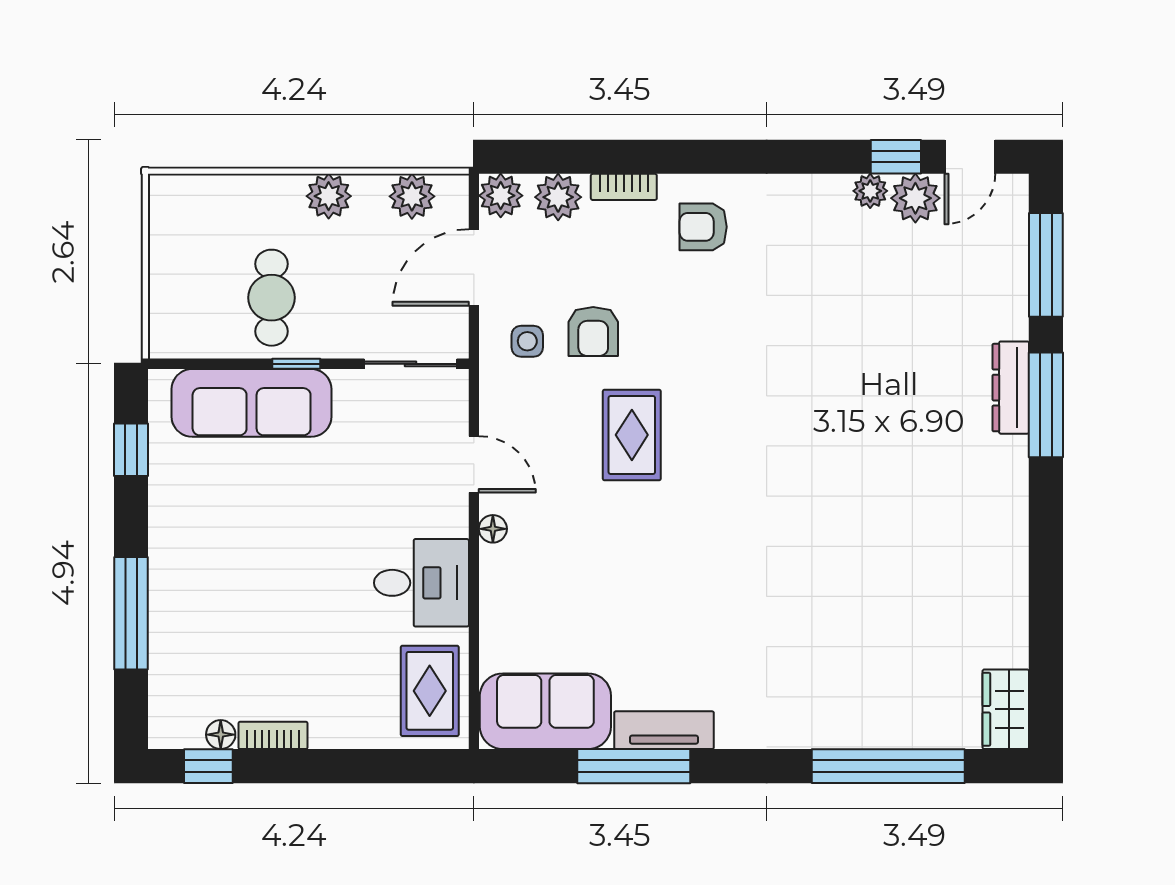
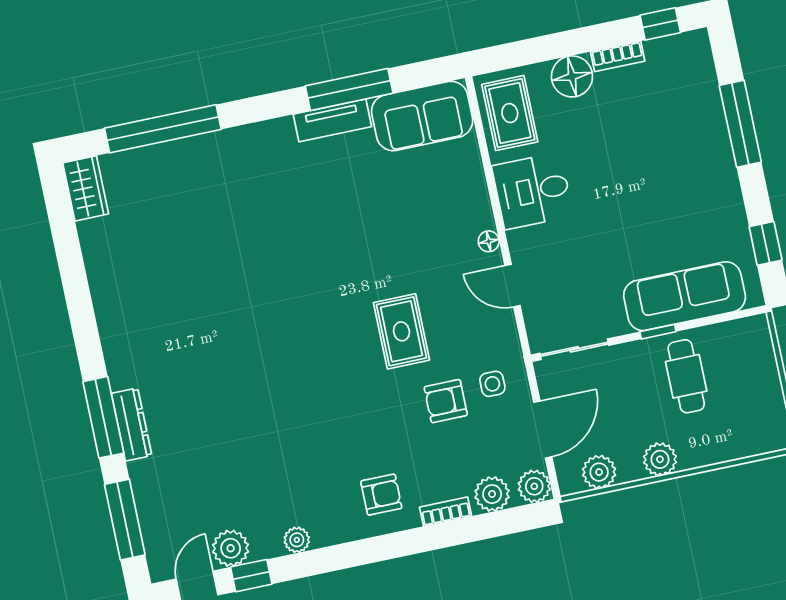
plant: (870, 191) -> (297, 540), moved
armchair: (593, 332) -> (446, 401), turned -90
floor lamp: (221, 735) -> (572, 76), moved, width x1.89, depth x1.89

